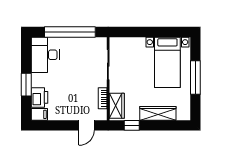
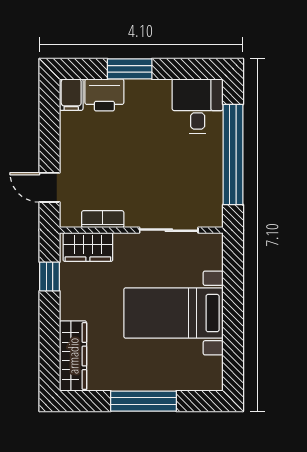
desk: (45, 55) -> (198, 106), width x0.73
bed with nightstands: (167, 62) -> (173, 313), moved
wardrobe: (158, 113) -> (73, 356), moved

